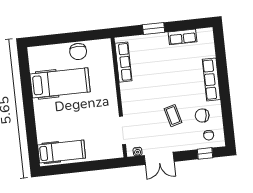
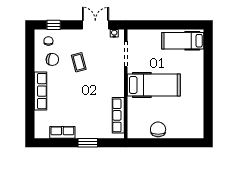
hospital bed: (60, 83) -> (154, 85), moved, turned 180

